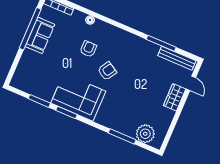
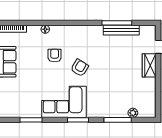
bench: (177, 58) -> (121, 30), moved
window: (66, 113) -> (78, 120), moved
plant: (145, 134) -> (133, 113), width x0.53, depth x0.53

